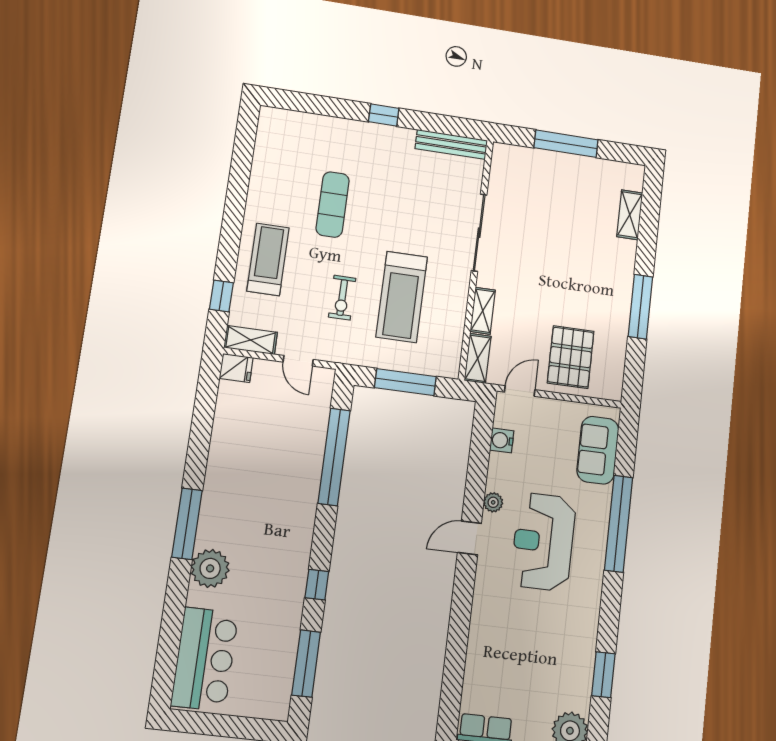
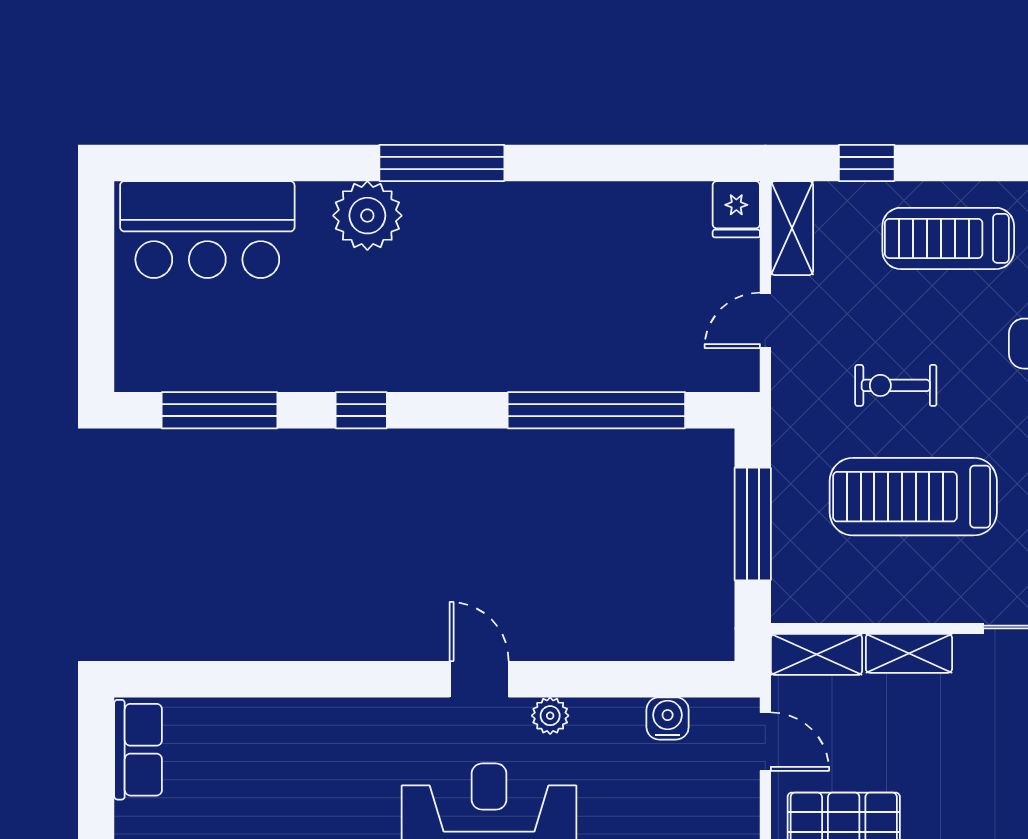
treadmill: (268, 259) -> (948, 238), turned 180

